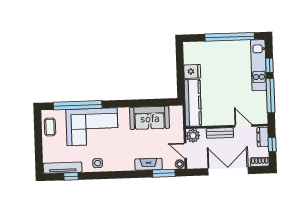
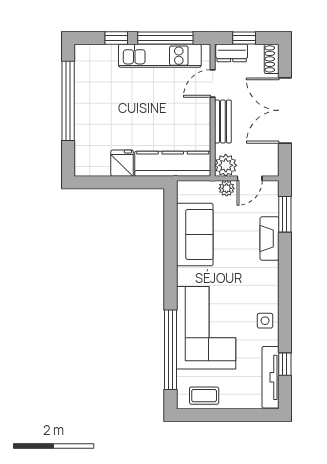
kitchen unit: (259, 65) -> (160, 56), moved
plant: (180, 164) -> (227, 188), moved

